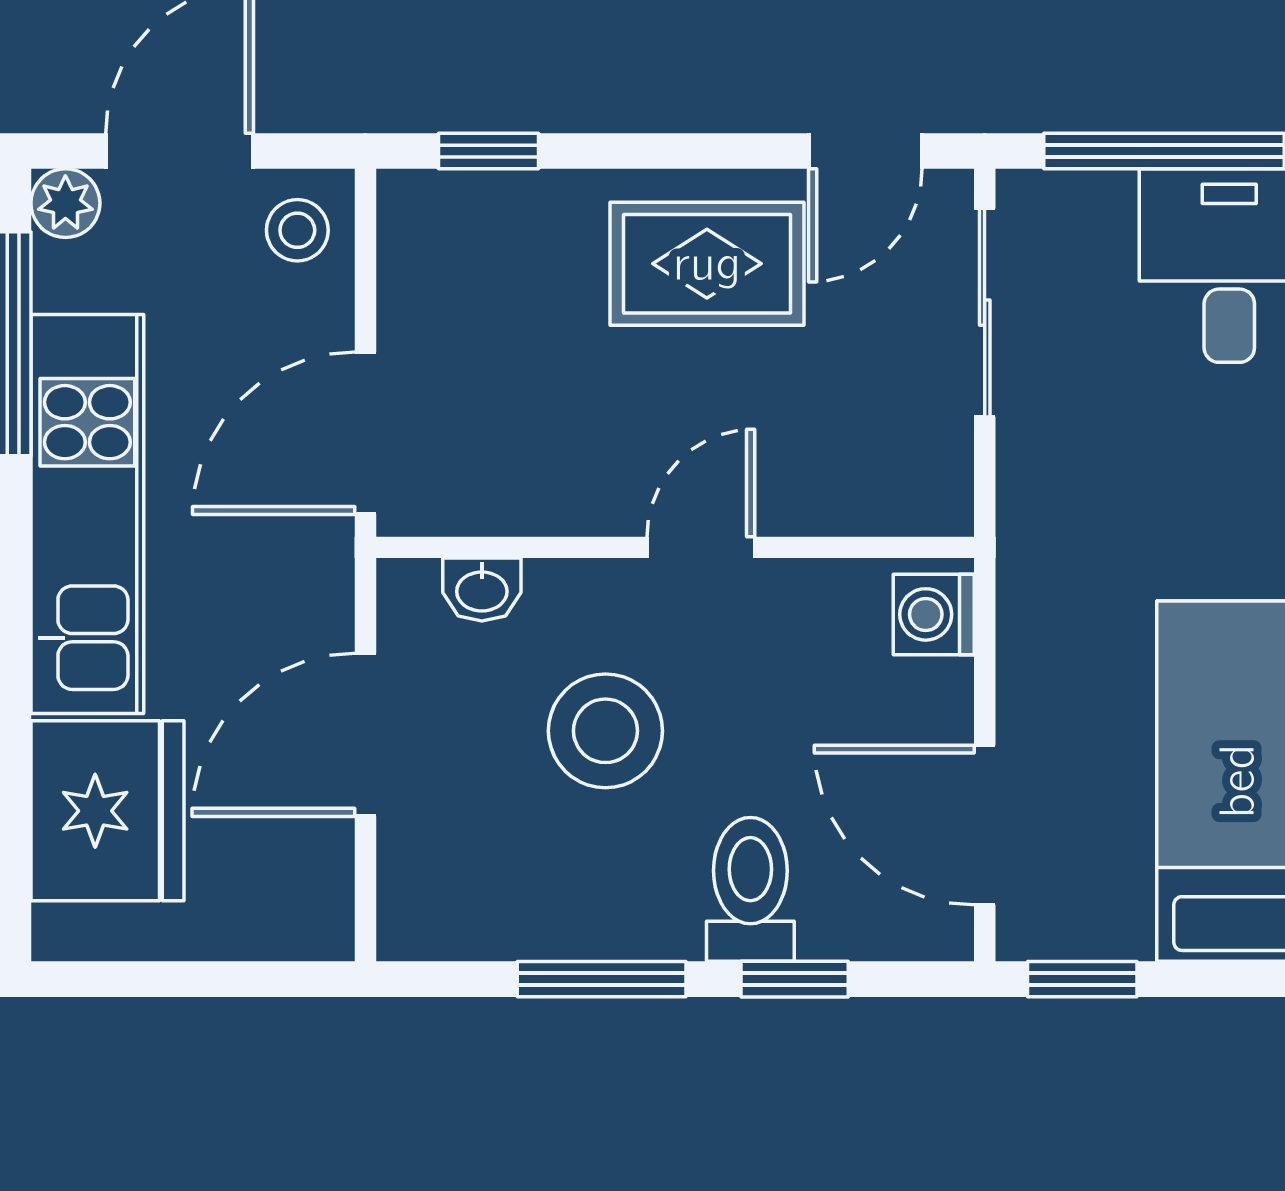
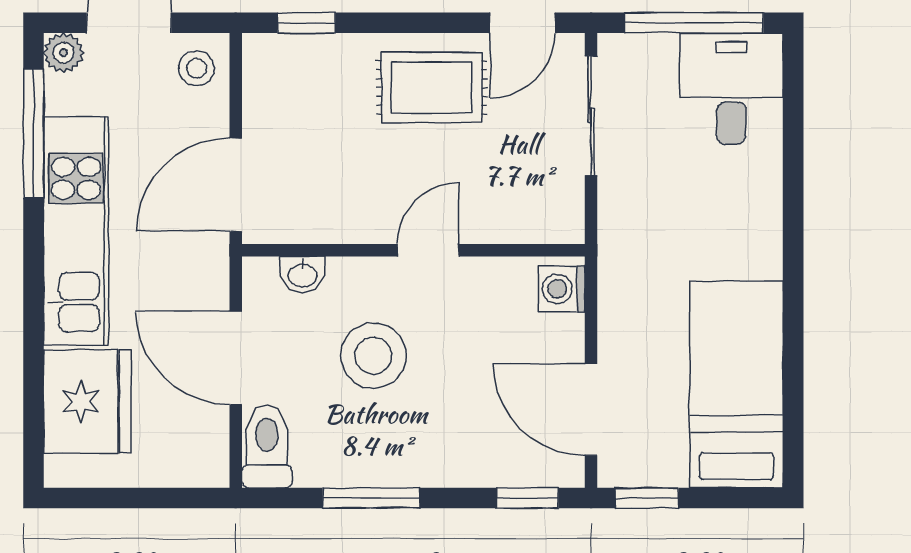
door: (365, 735) -> (236, 358), hinge flipped
toilet: (750, 889) -> (267, 447), moved
window: (795, 979) -> (527, 498), moved

